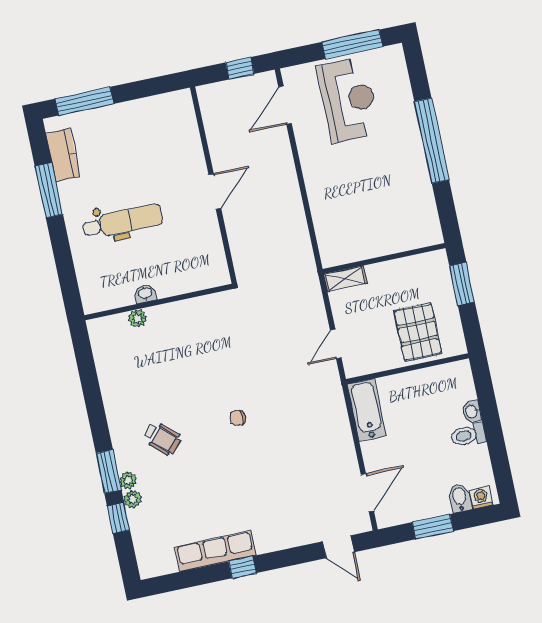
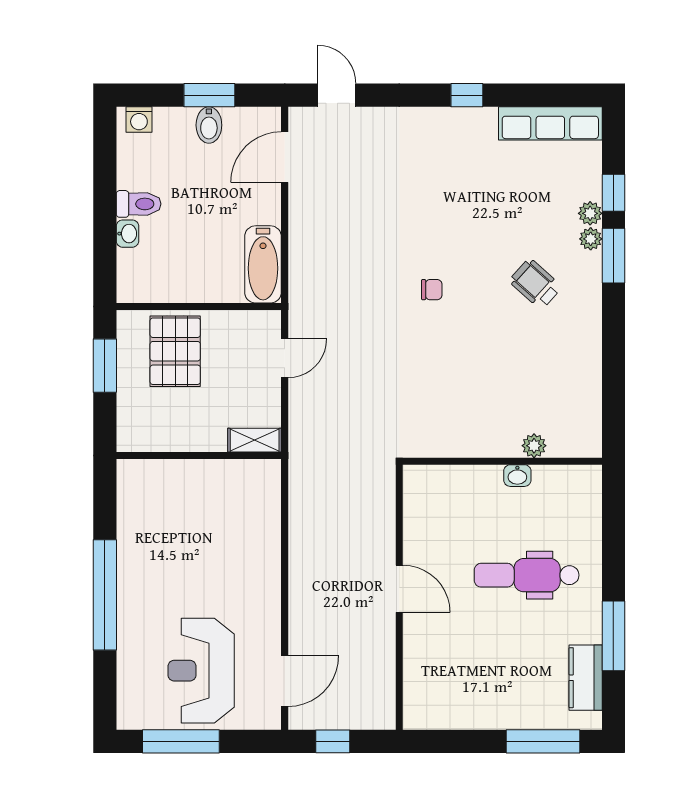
door: (215, 191) -> (399, 589), swing flipped
window: (462, 284) -> (105, 366), moved
bidet: (460, 498) -> (209, 125), moved
row of seats: (215, 551) -> (550, 123), moved

